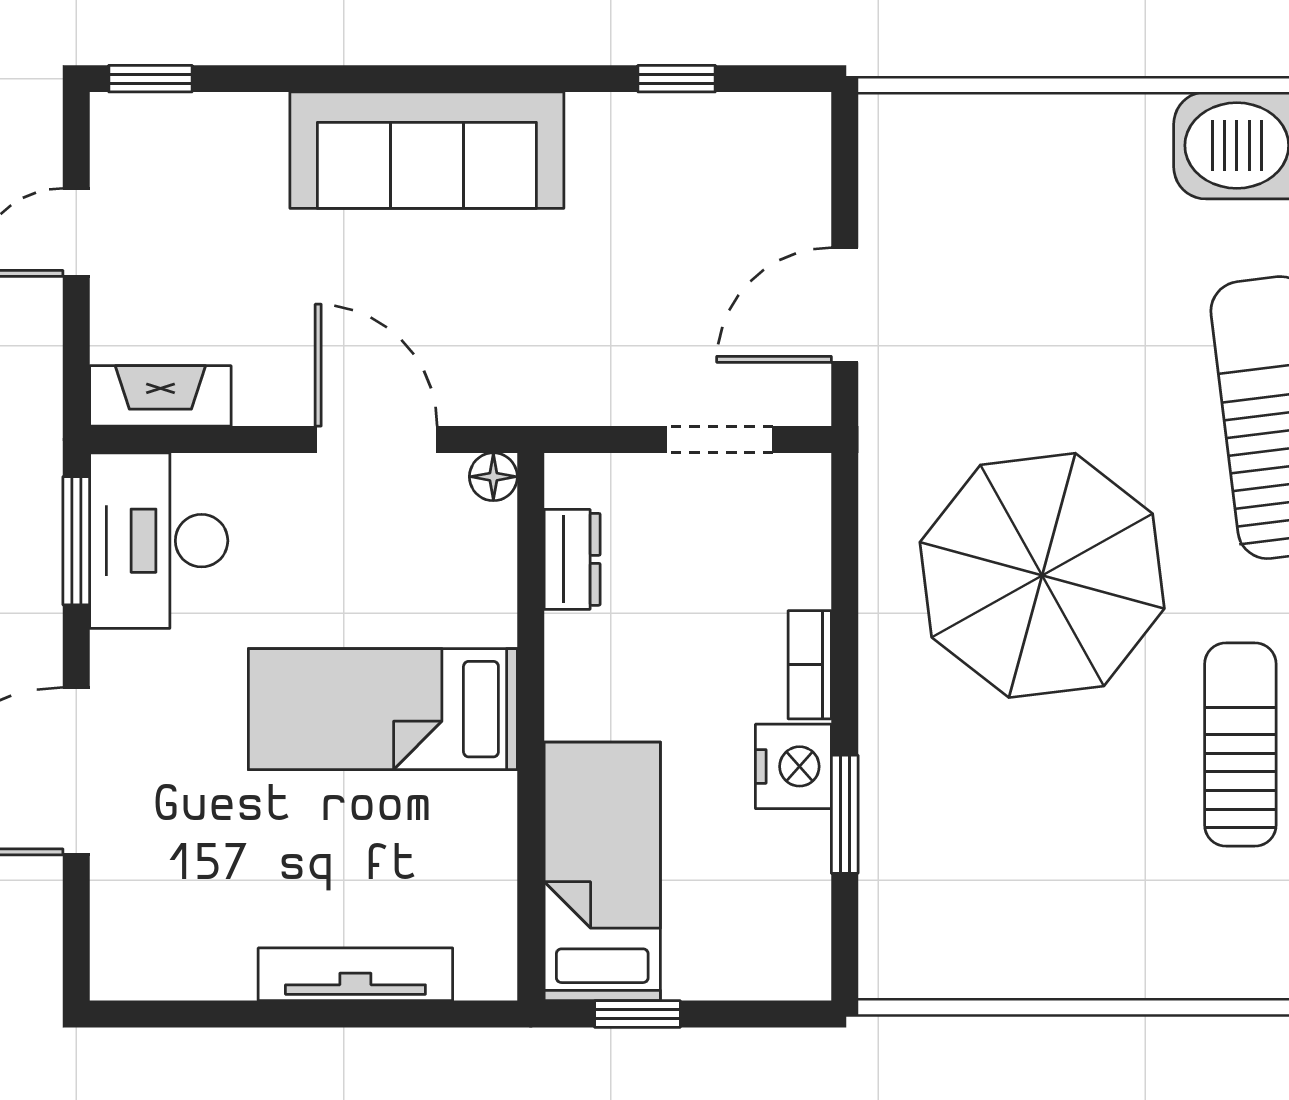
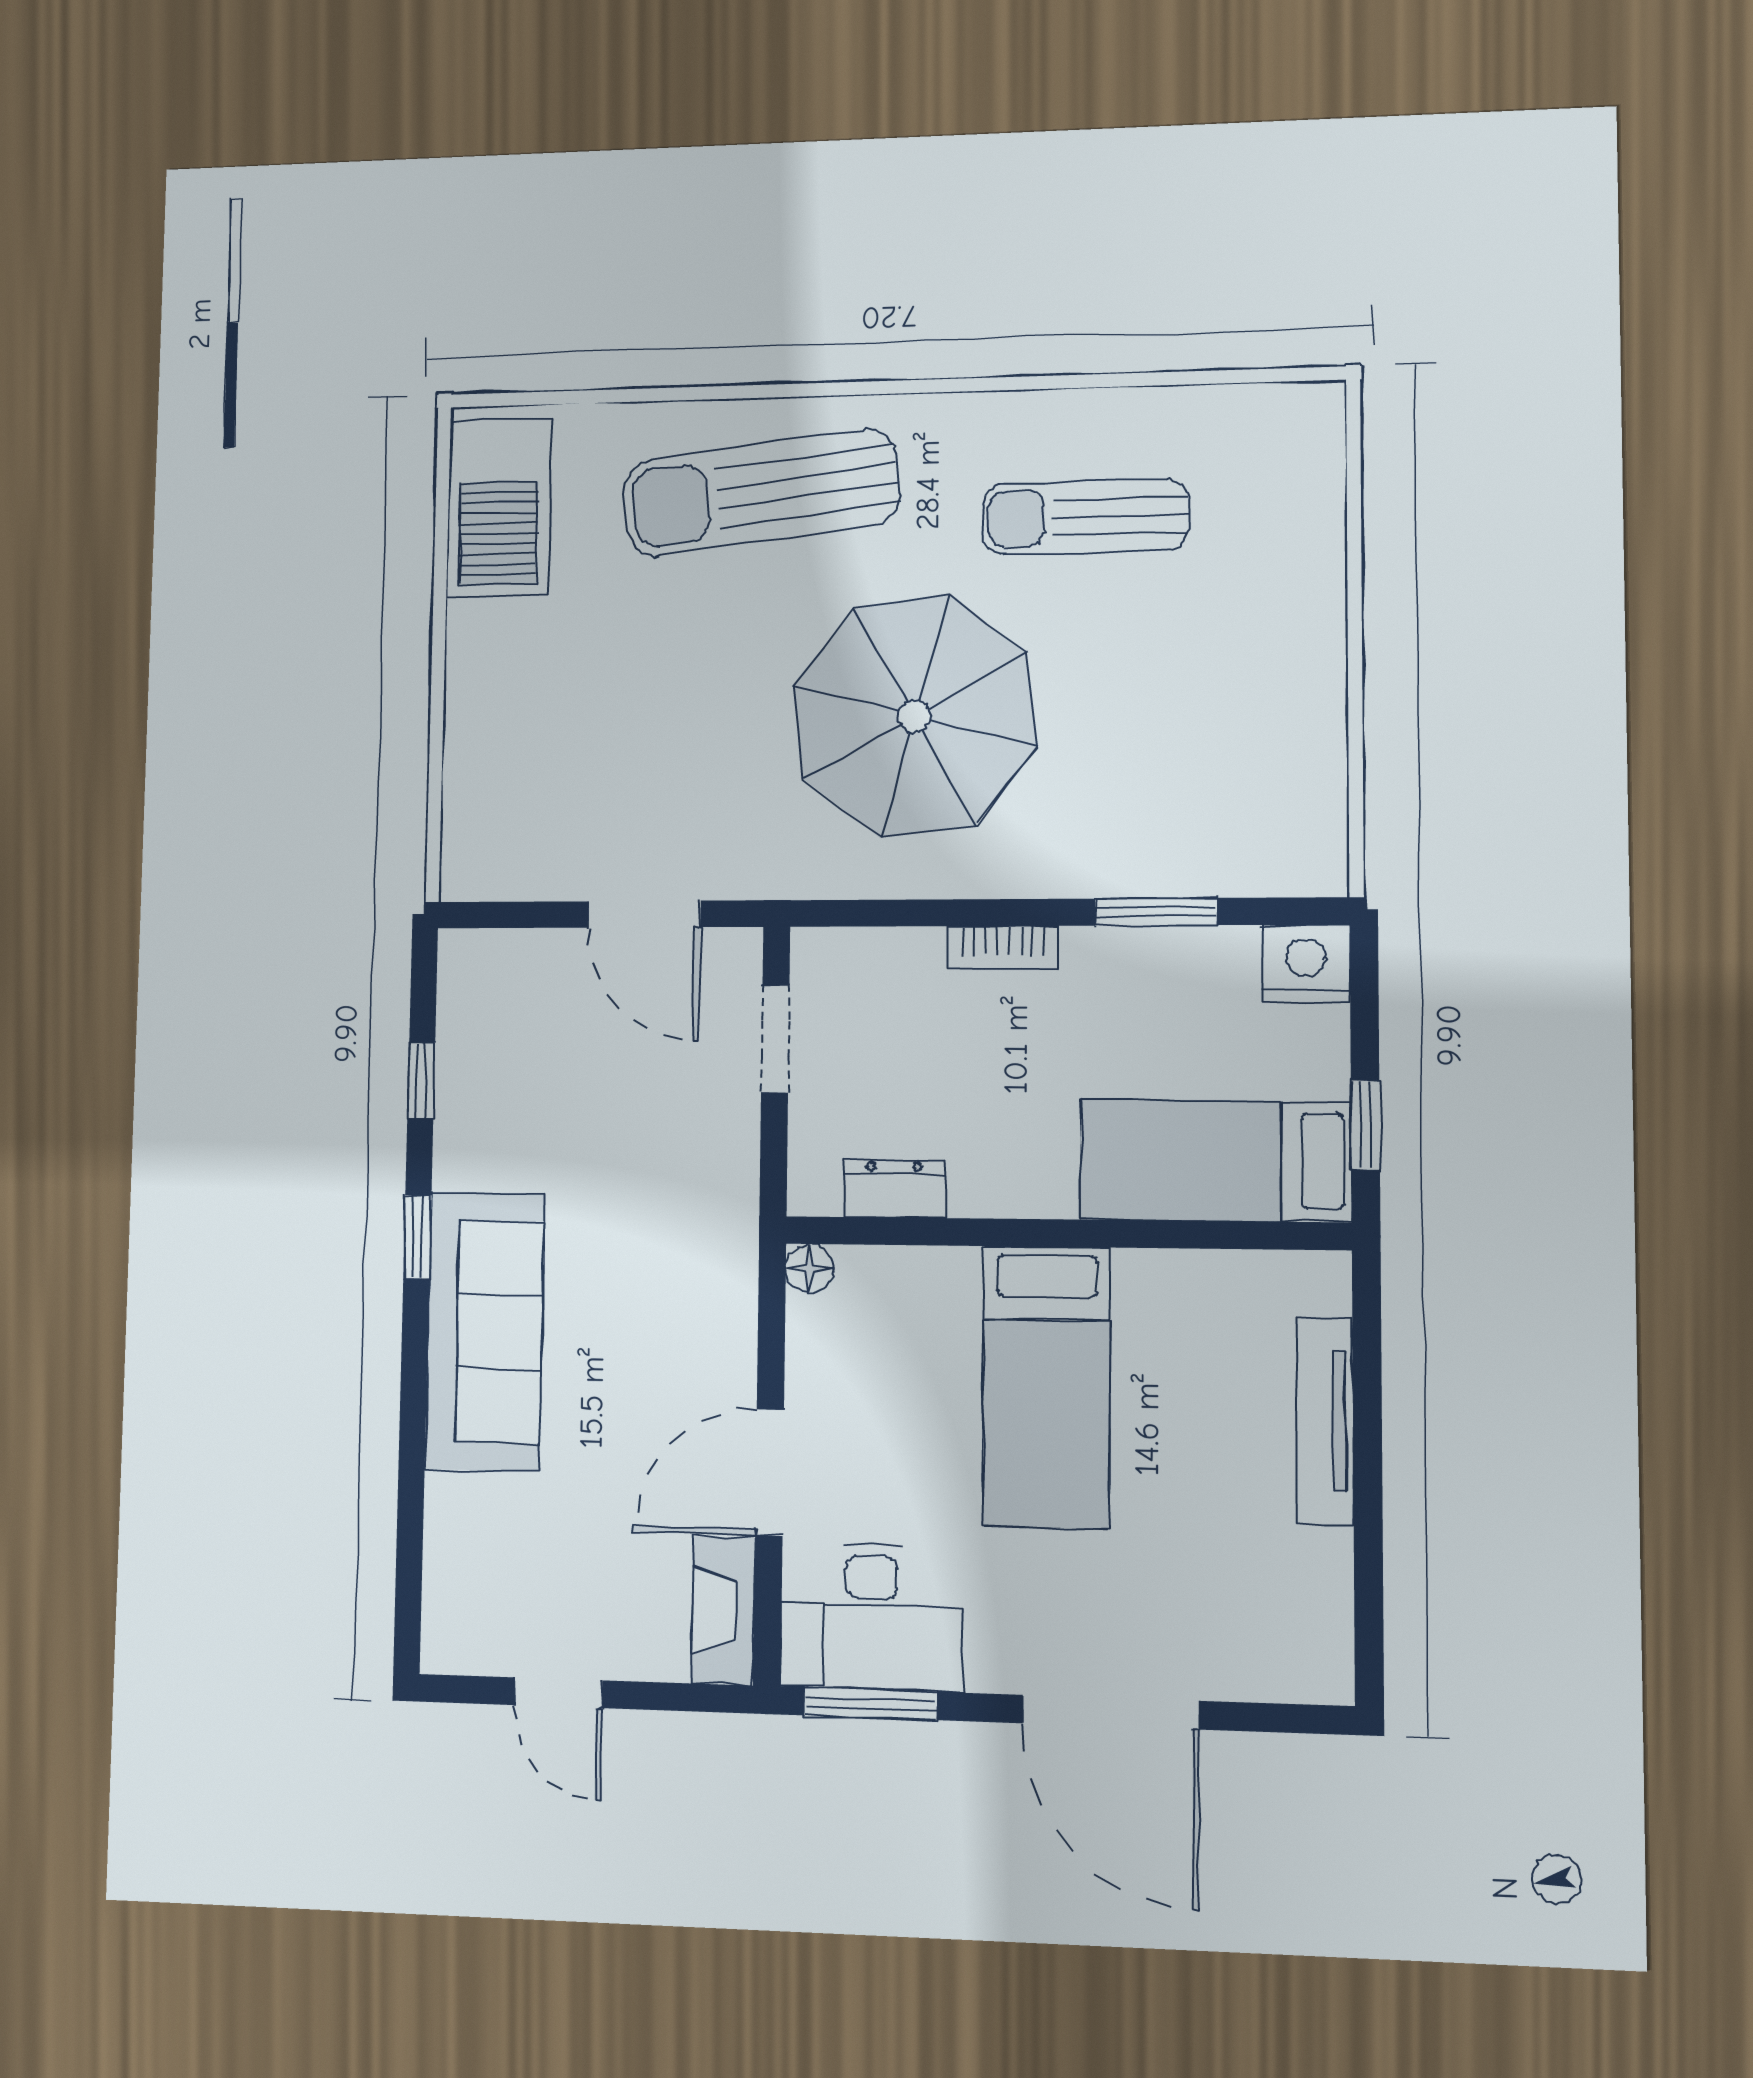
window: (150, 79) -> (417, 1237), moved
door: (376, 439) -> (770, 1472), moved
nightstand: (793, 766) -> (1306, 964), moved

